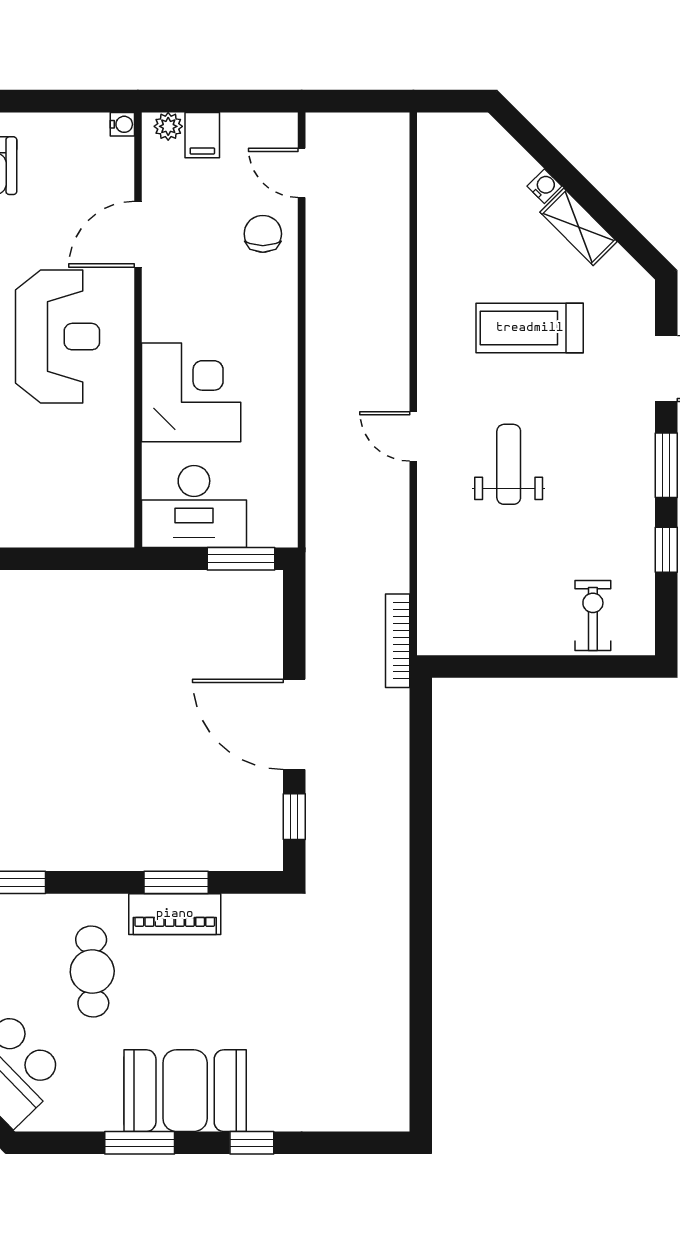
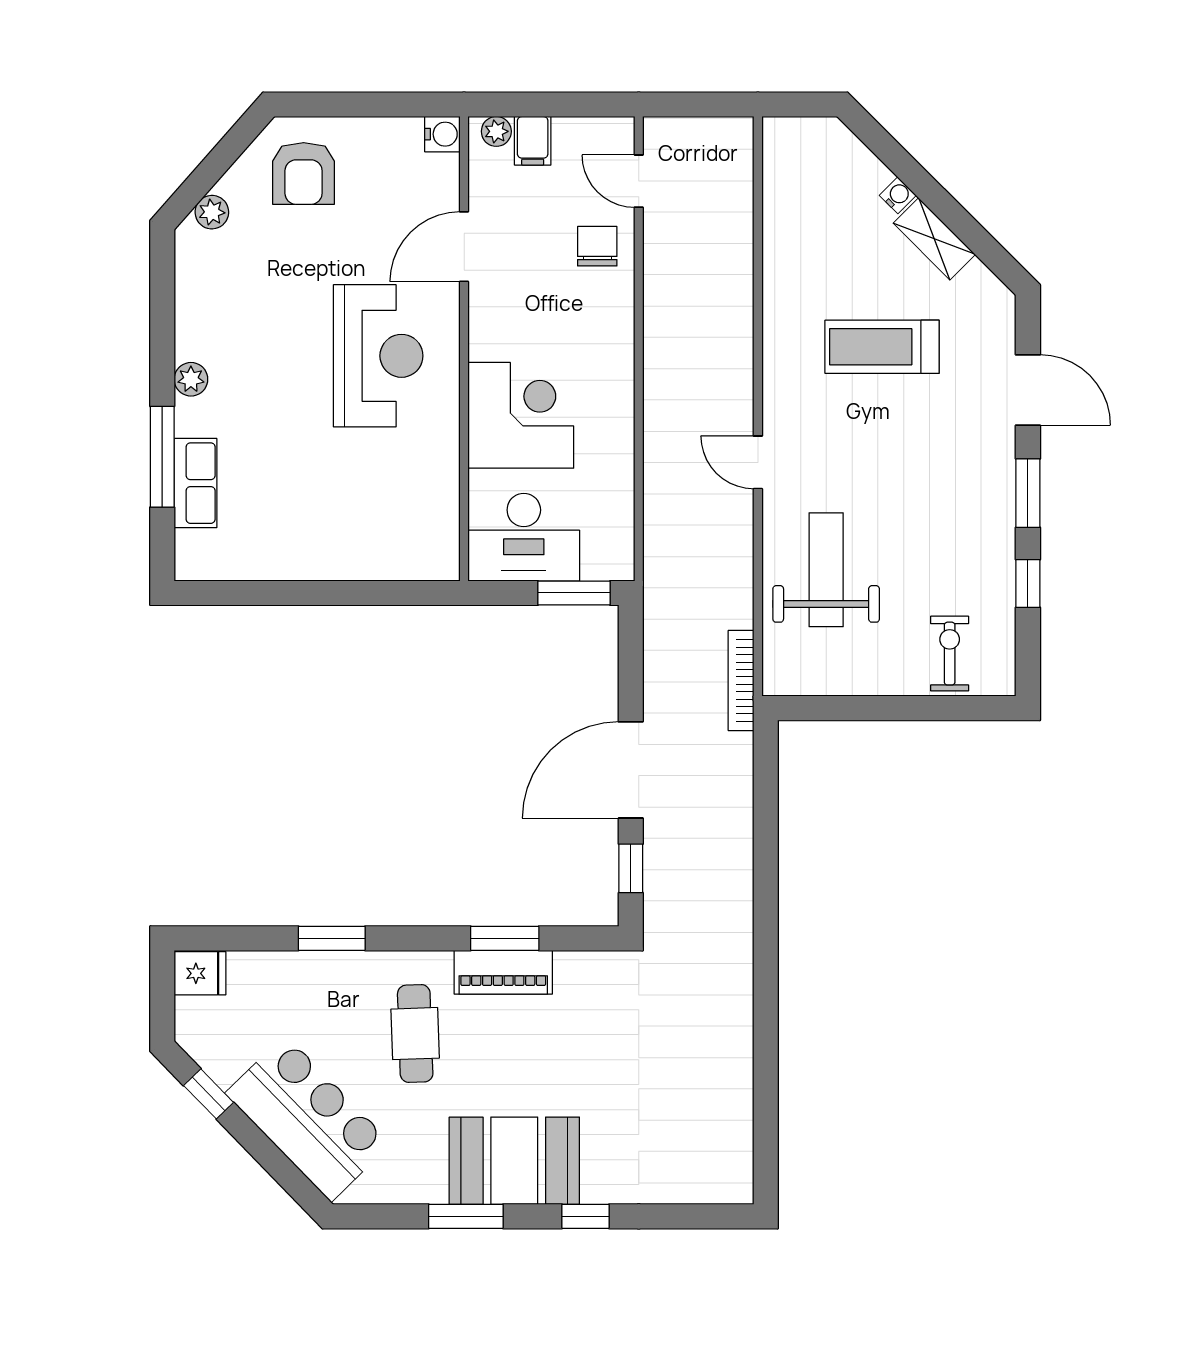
water cooler: (122, 124) -> (442, 134), width x1.38, depth x1.38
weight bench: (509, 464) -> (826, 570), moved, width x1.36, depth x1.33
door: (294, 724) -> (631, 770), hinge flipped

